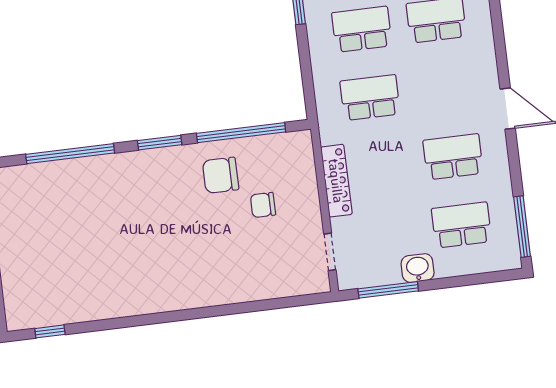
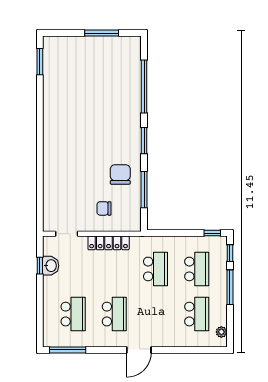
window: (241, 133) -> (144, 190), width x0.68
chair: (263, 205) -> (104, 208), moved, turned -90
washbasin: (418, 268) -> (51, 266), moved
window: (388, 290) -> (40, 266), width x0.46
window: (50, 331) -> (40, 62), width x1.50

